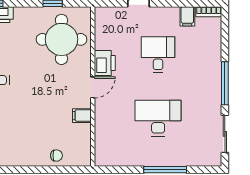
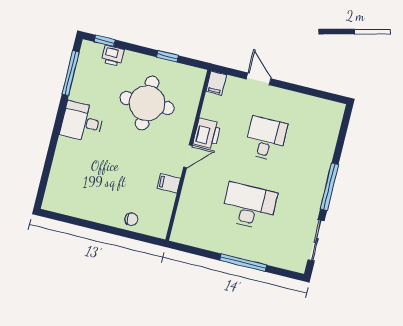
bookcase: (209, 12) -> (331, 106), removed
filing cabinet: (187, 16) -> (216, 83), moved
round table: (61, 39) -> (147, 103), moved

